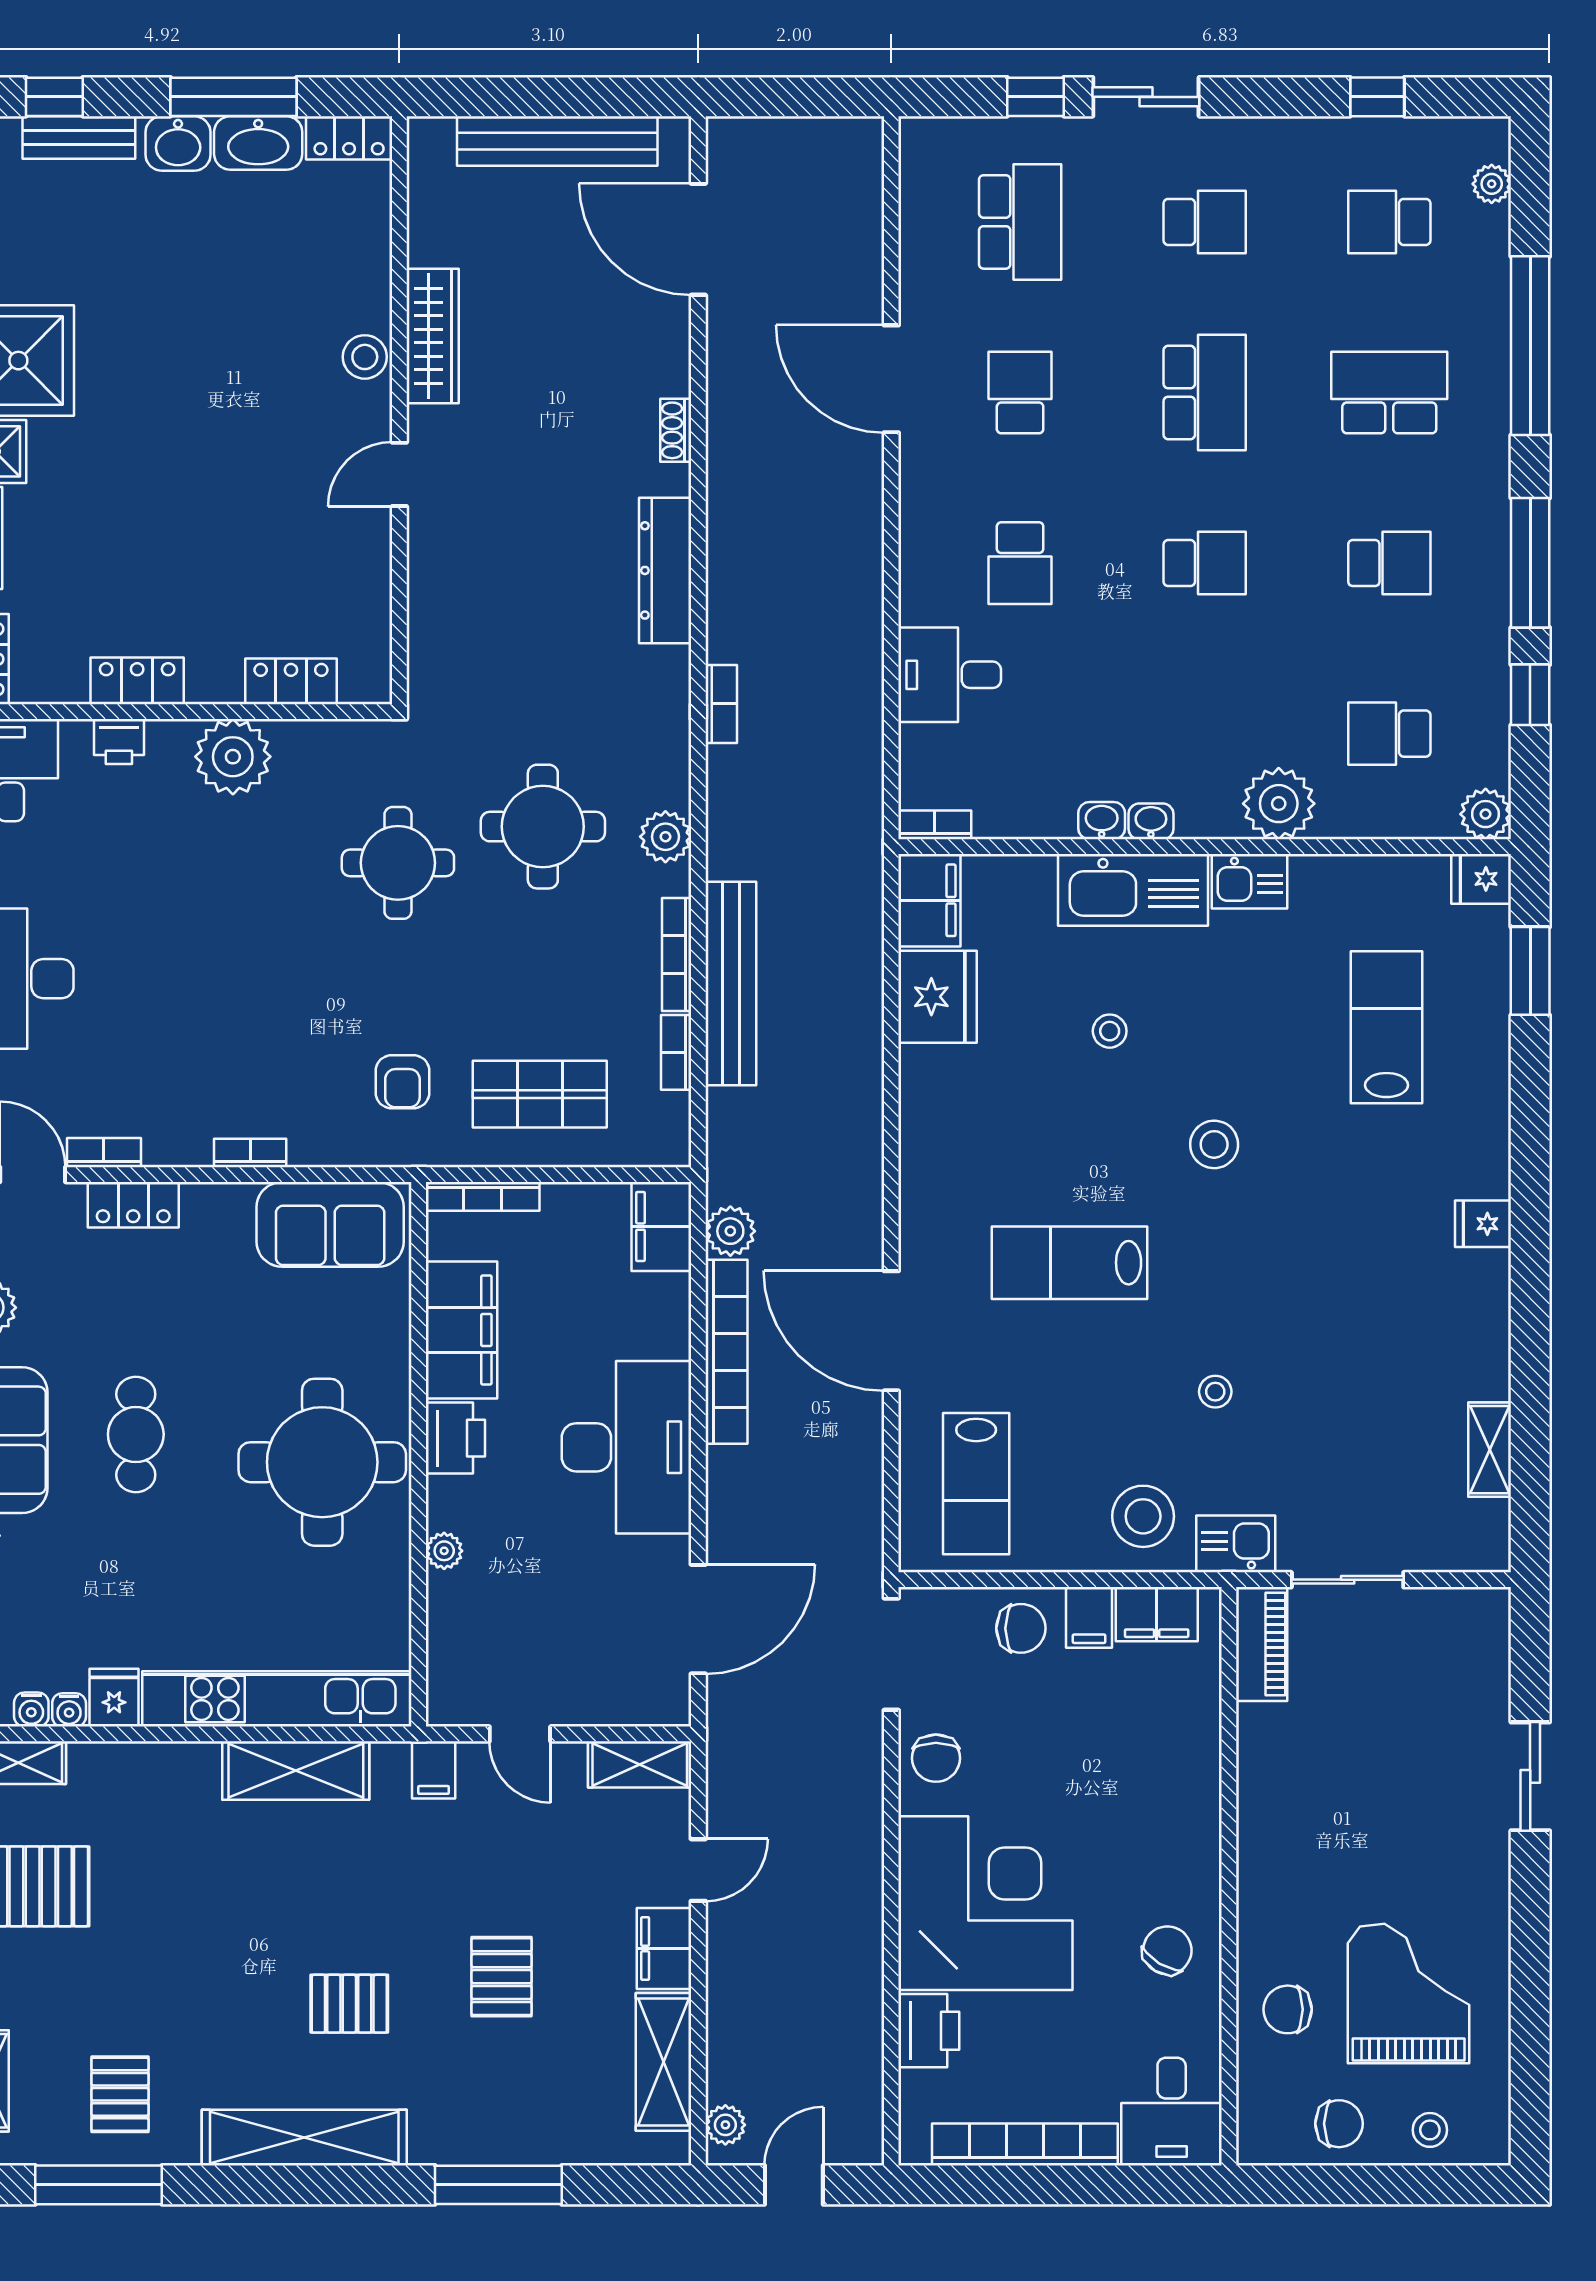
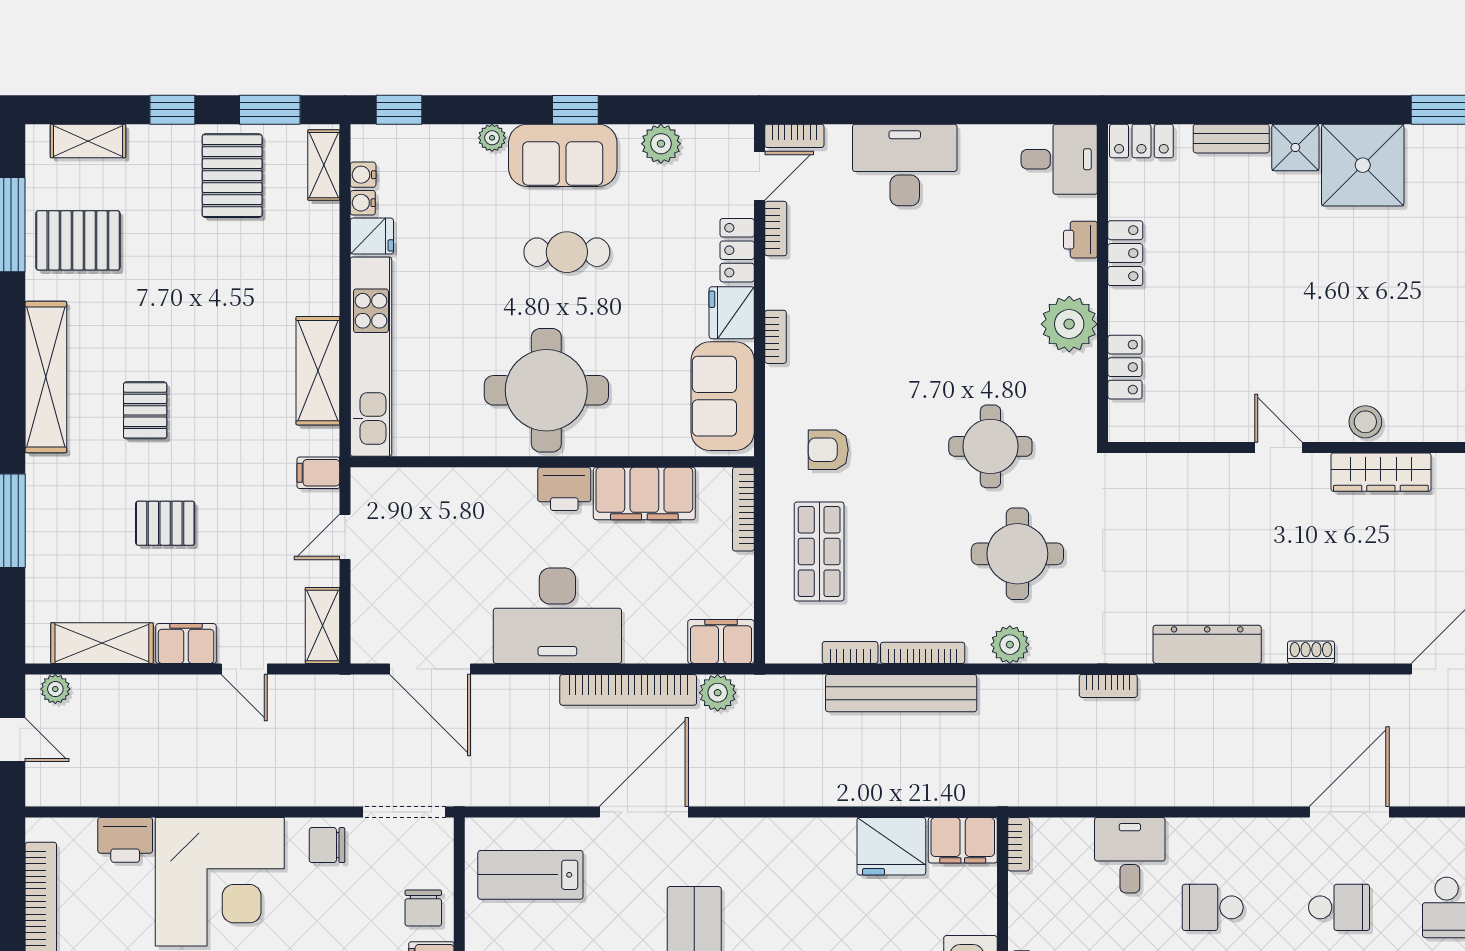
fridge: (218, 1212) -> (732, 313), added
plant: (444, 1551) -> (481, 481), removed
pallet: (120, 2094) -> (78, 240), width x1.50, depth x1.42

